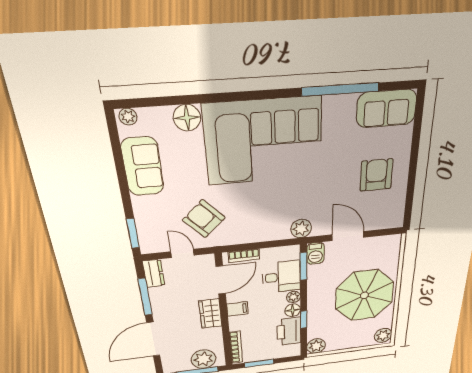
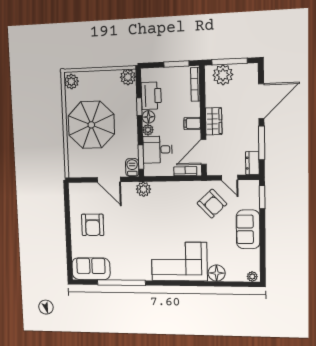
corner sofa: (264, 141) -> (179, 261), width x0.73, depth x0.74
sofa: (143, 167) -> (248, 229), moved

